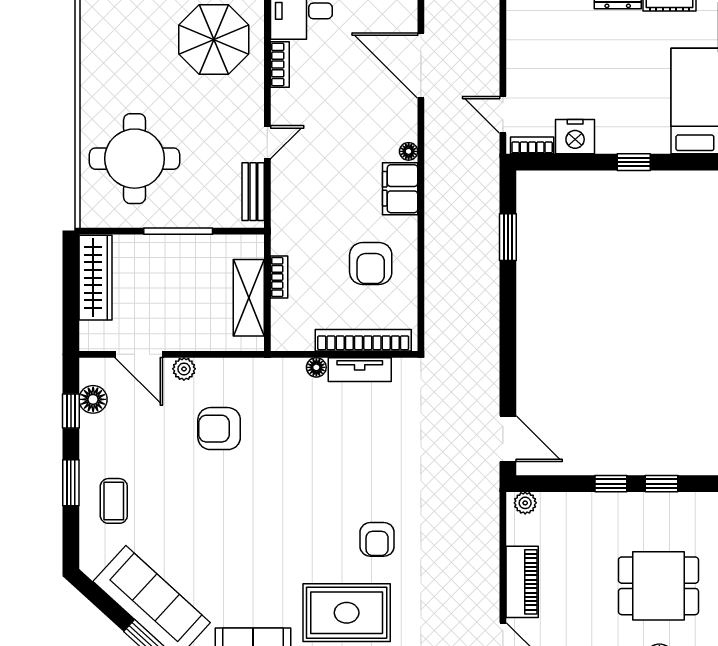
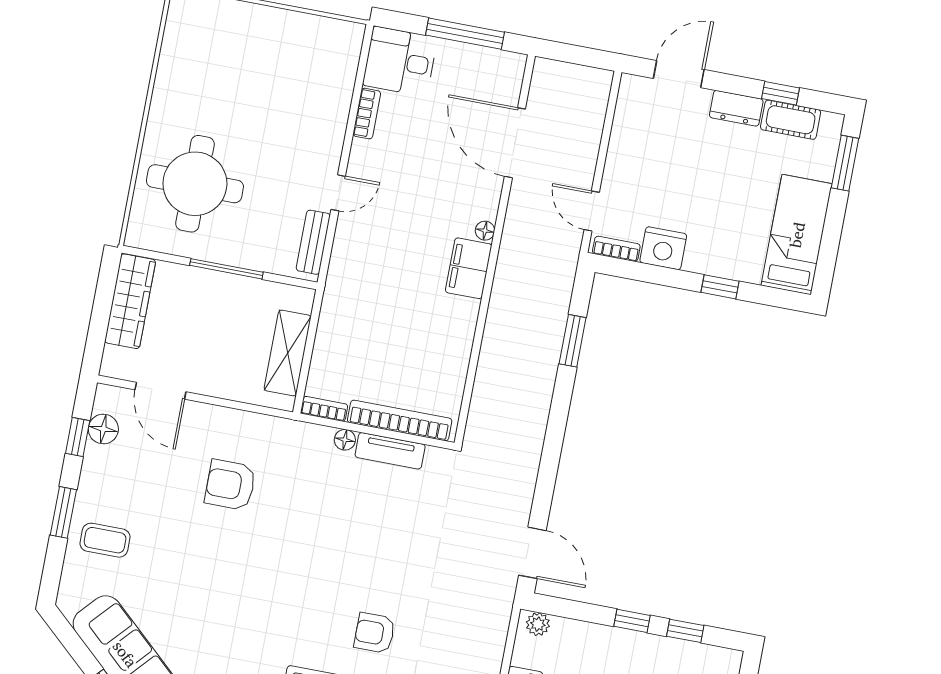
parasol: (214, 40) -> (302, 74), removed
armchair: (371, 263) -> (423, 341), removed
bookcase: (279, 277) -> (324, 409), moved, turned -90
plant: (184, 369) -> (205, 415), removed
coffee table: (114, 501) -> (105, 540), turned 90
armchair: (377, 539) -> (375, 633), turned 90

